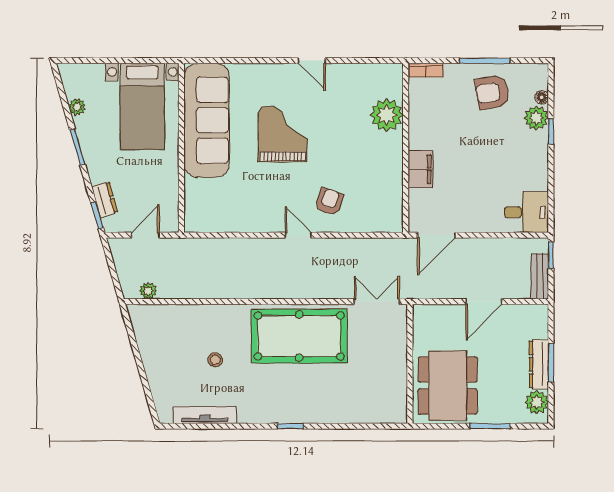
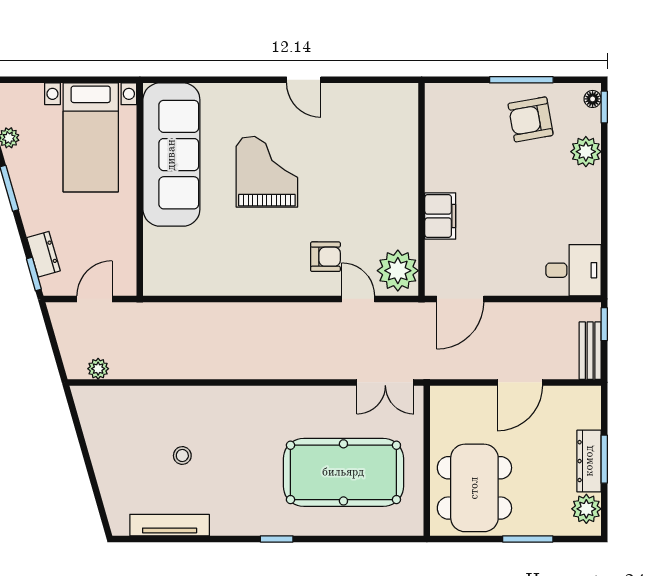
bookcase: (426, 70) -> (447, 92), removed
floor lamp: (542, 97) -> (593, 99), moved
plant: (387, 115) -> (398, 271), moved
window: (551, 131) -> (604, 107), moved
armchair: (329, 202) -> (325, 257), turned 71
door: (298, 235) -> (358, 299), moved
double door: (377, 302) -> (385, 382), swing flipped
pool table: (299, 336) -> (343, 472), moved

